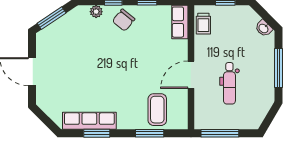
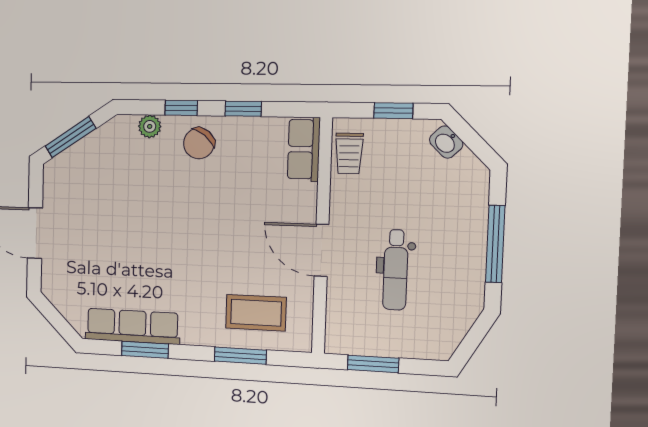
washbasin: (264, 28) -> (446, 142), moved
door: (191, 75) -> (322, 250), hinge flipped
coffee table: (157, 110) -> (256, 313), turned 90
window: (220, 133) -> (373, 364), width x0.69

